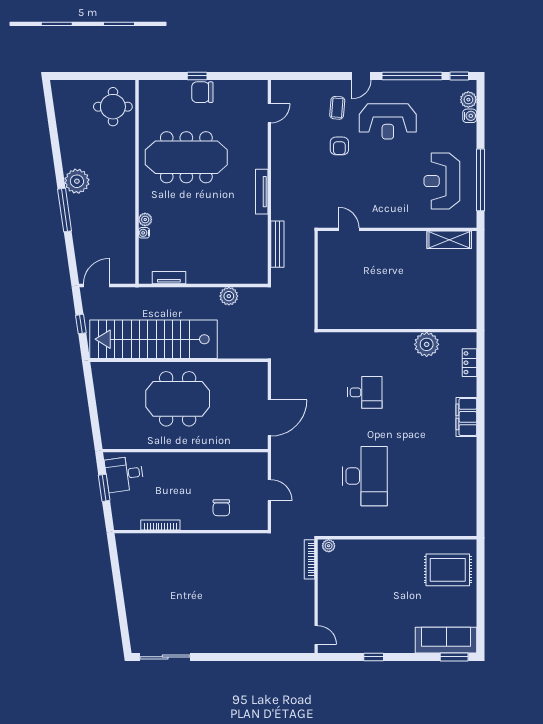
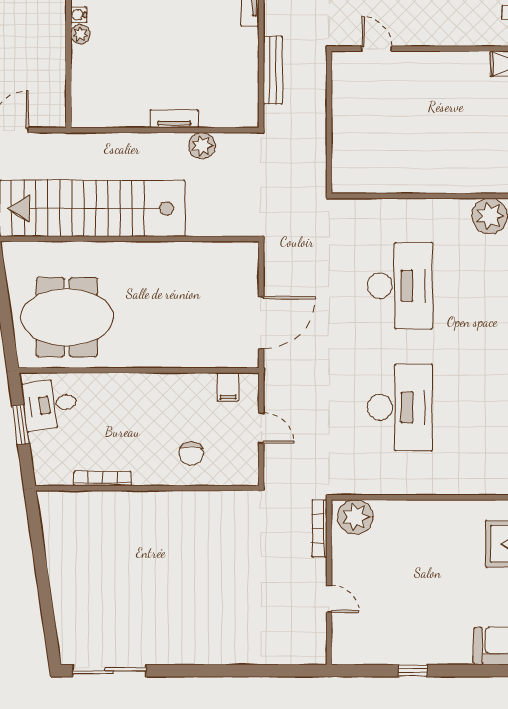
water cooler: (144, 233) -> (79, 15), moved
tv unit: (169, 278) -> (174, 119), moved
desk: (365, 392) -> (400, 286), width x1.87, depth x1.30
meeting table: (178, 399) -> (67, 317), moved
filing cabinet: (247, 462) -> (228, 387), added
plant: (329, 546) -> (355, 517), width x1.88, depth x1.88
door: (316, 635) -> (329, 599), moved

